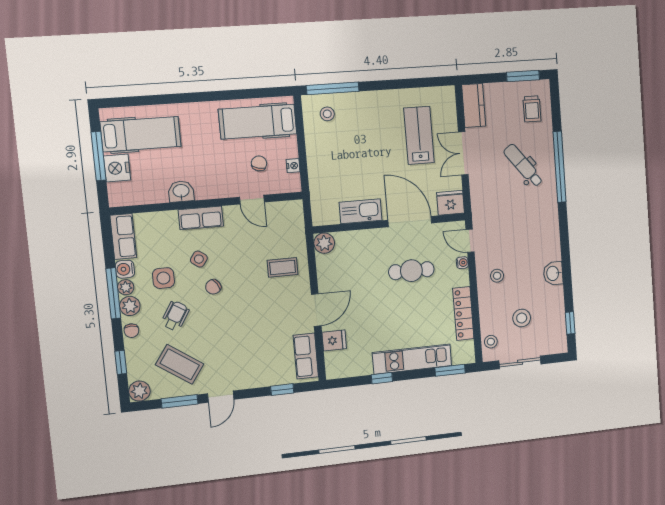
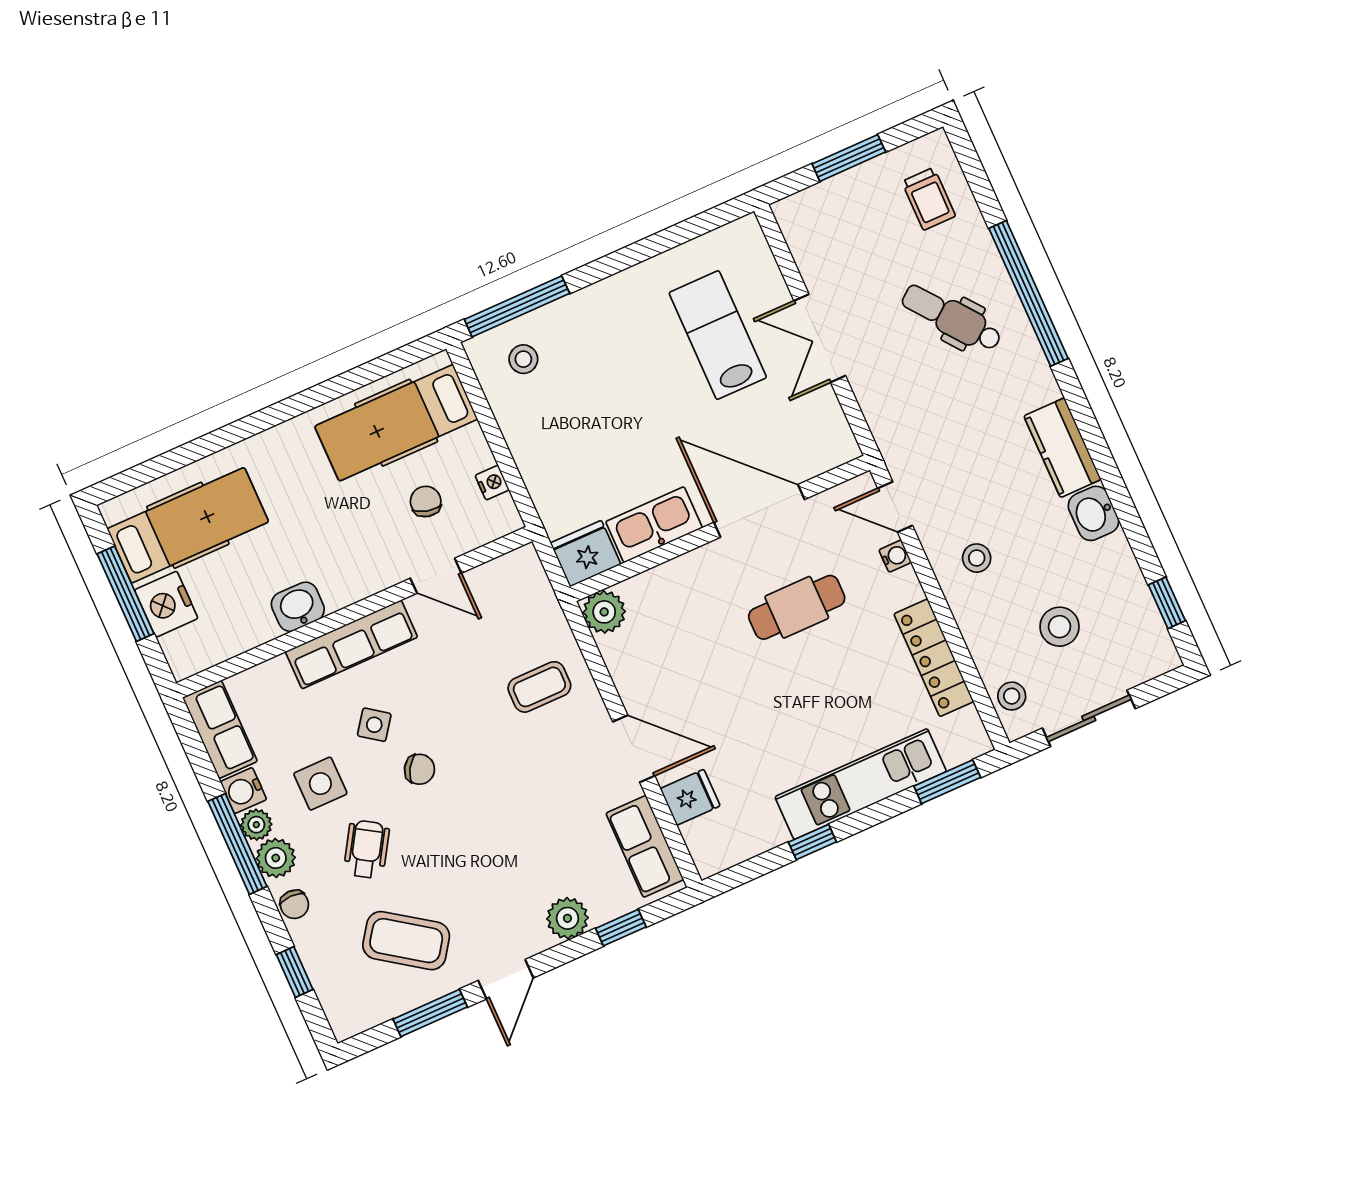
window: (523, 76) -> (849, 158), moved
kitchen counter: (474, 105) -> (1062, 448), moved, turned 180
fridge: (450, 203) -> (586, 554), moved
row of seats: (201, 218) -> (351, 644), width x1.48
chair: (213, 287) -> (419, 769), turned -116
door: (316, 310) -> (634, 749), hinge flipped
plant: (139, 391) -> (567, 918), moved

